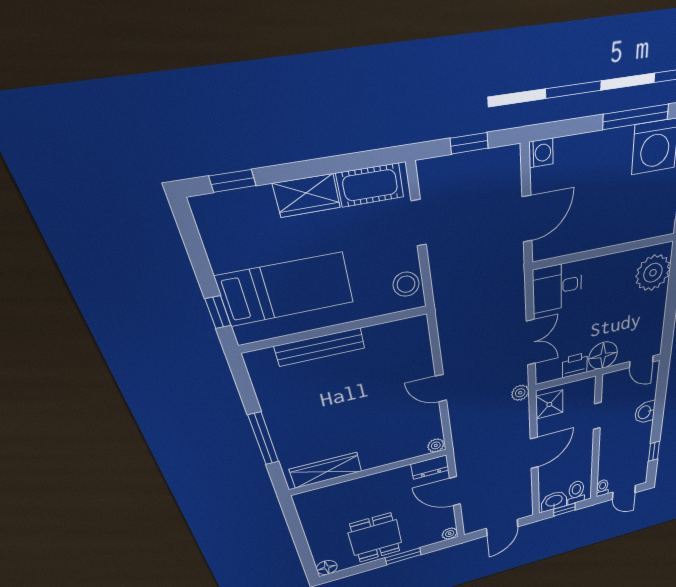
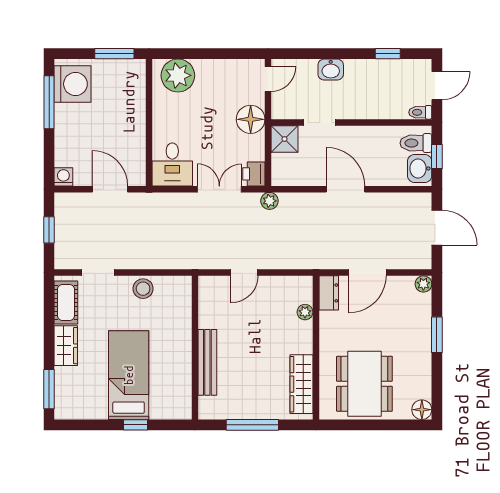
window: (233, 181) -> (49, 389), width x1.50
wall: (336, 329) -> (195, 348), moved
bench: (320, 347) -> (207, 362), moved
printer: (575, 365) -> (254, 174), moved
shower: (549, 404) -> (285, 139), moved
plant: (436, 445) -> (305, 312), moved
dining table: (375, 538) -> (364, 384), moved, width x1.38

